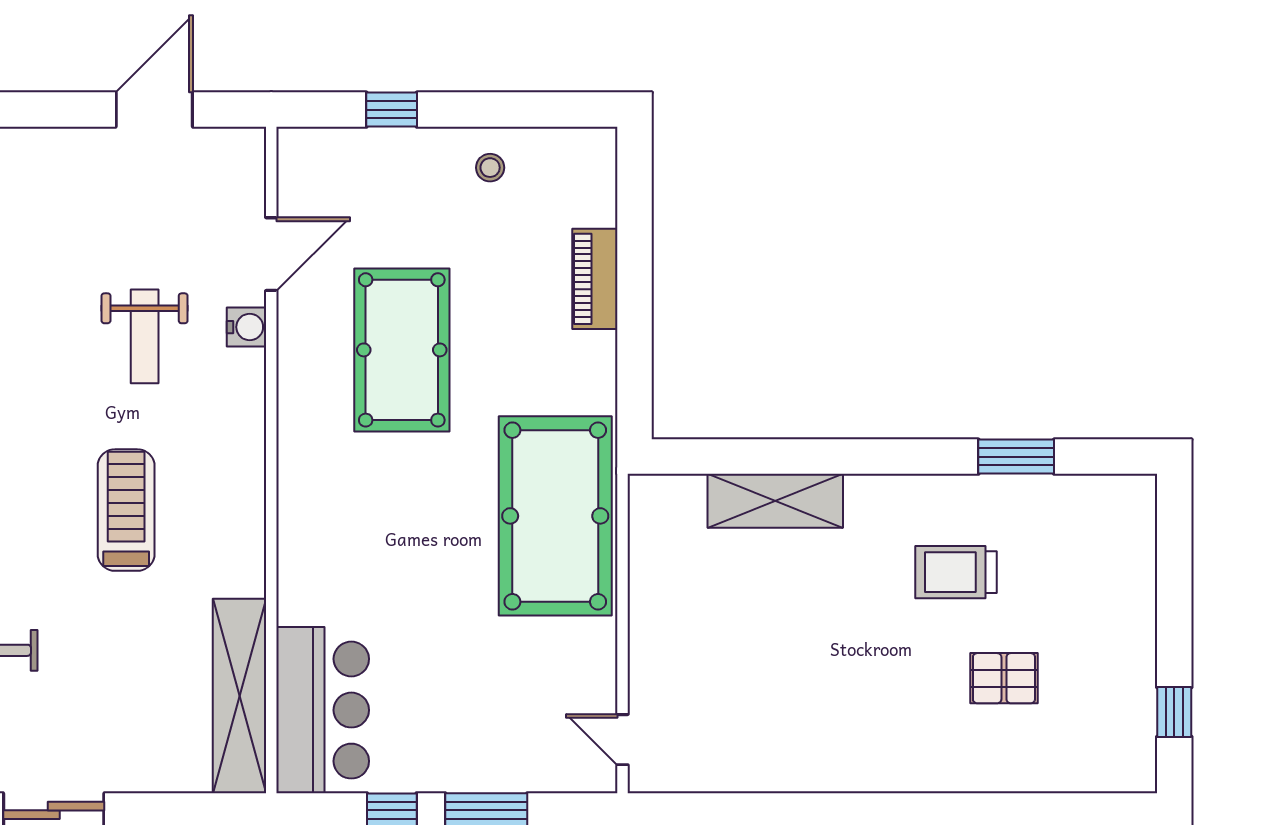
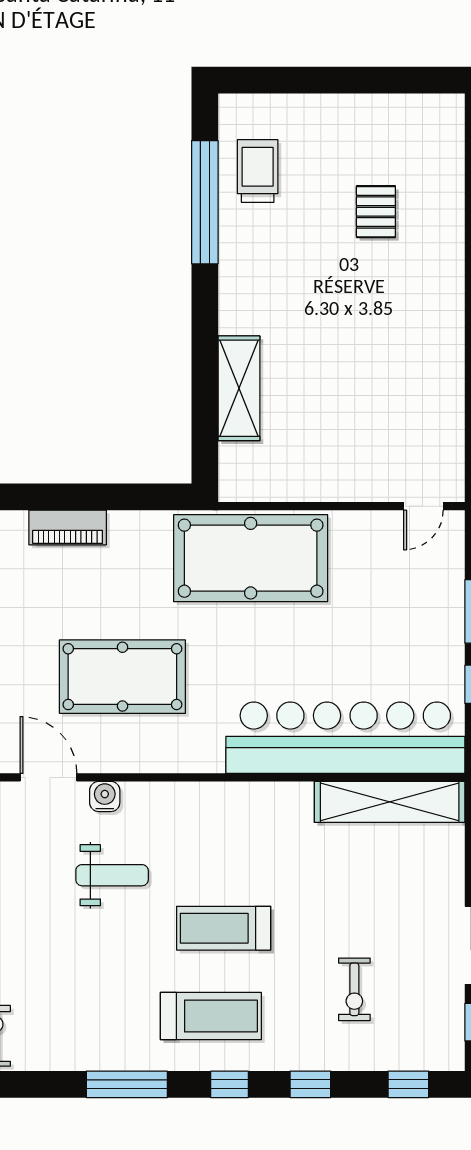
window: (1016, 457) -> (205, 202), width x2.11
treadmill: (126, 510) -> (224, 928), moved
trolley: (956, 572) -> (258, 171), moved, turned 180
bar counter: (323, 710) -> (345, 738), width x1.86
window: (1174, 712) -> (402, 80), removed

